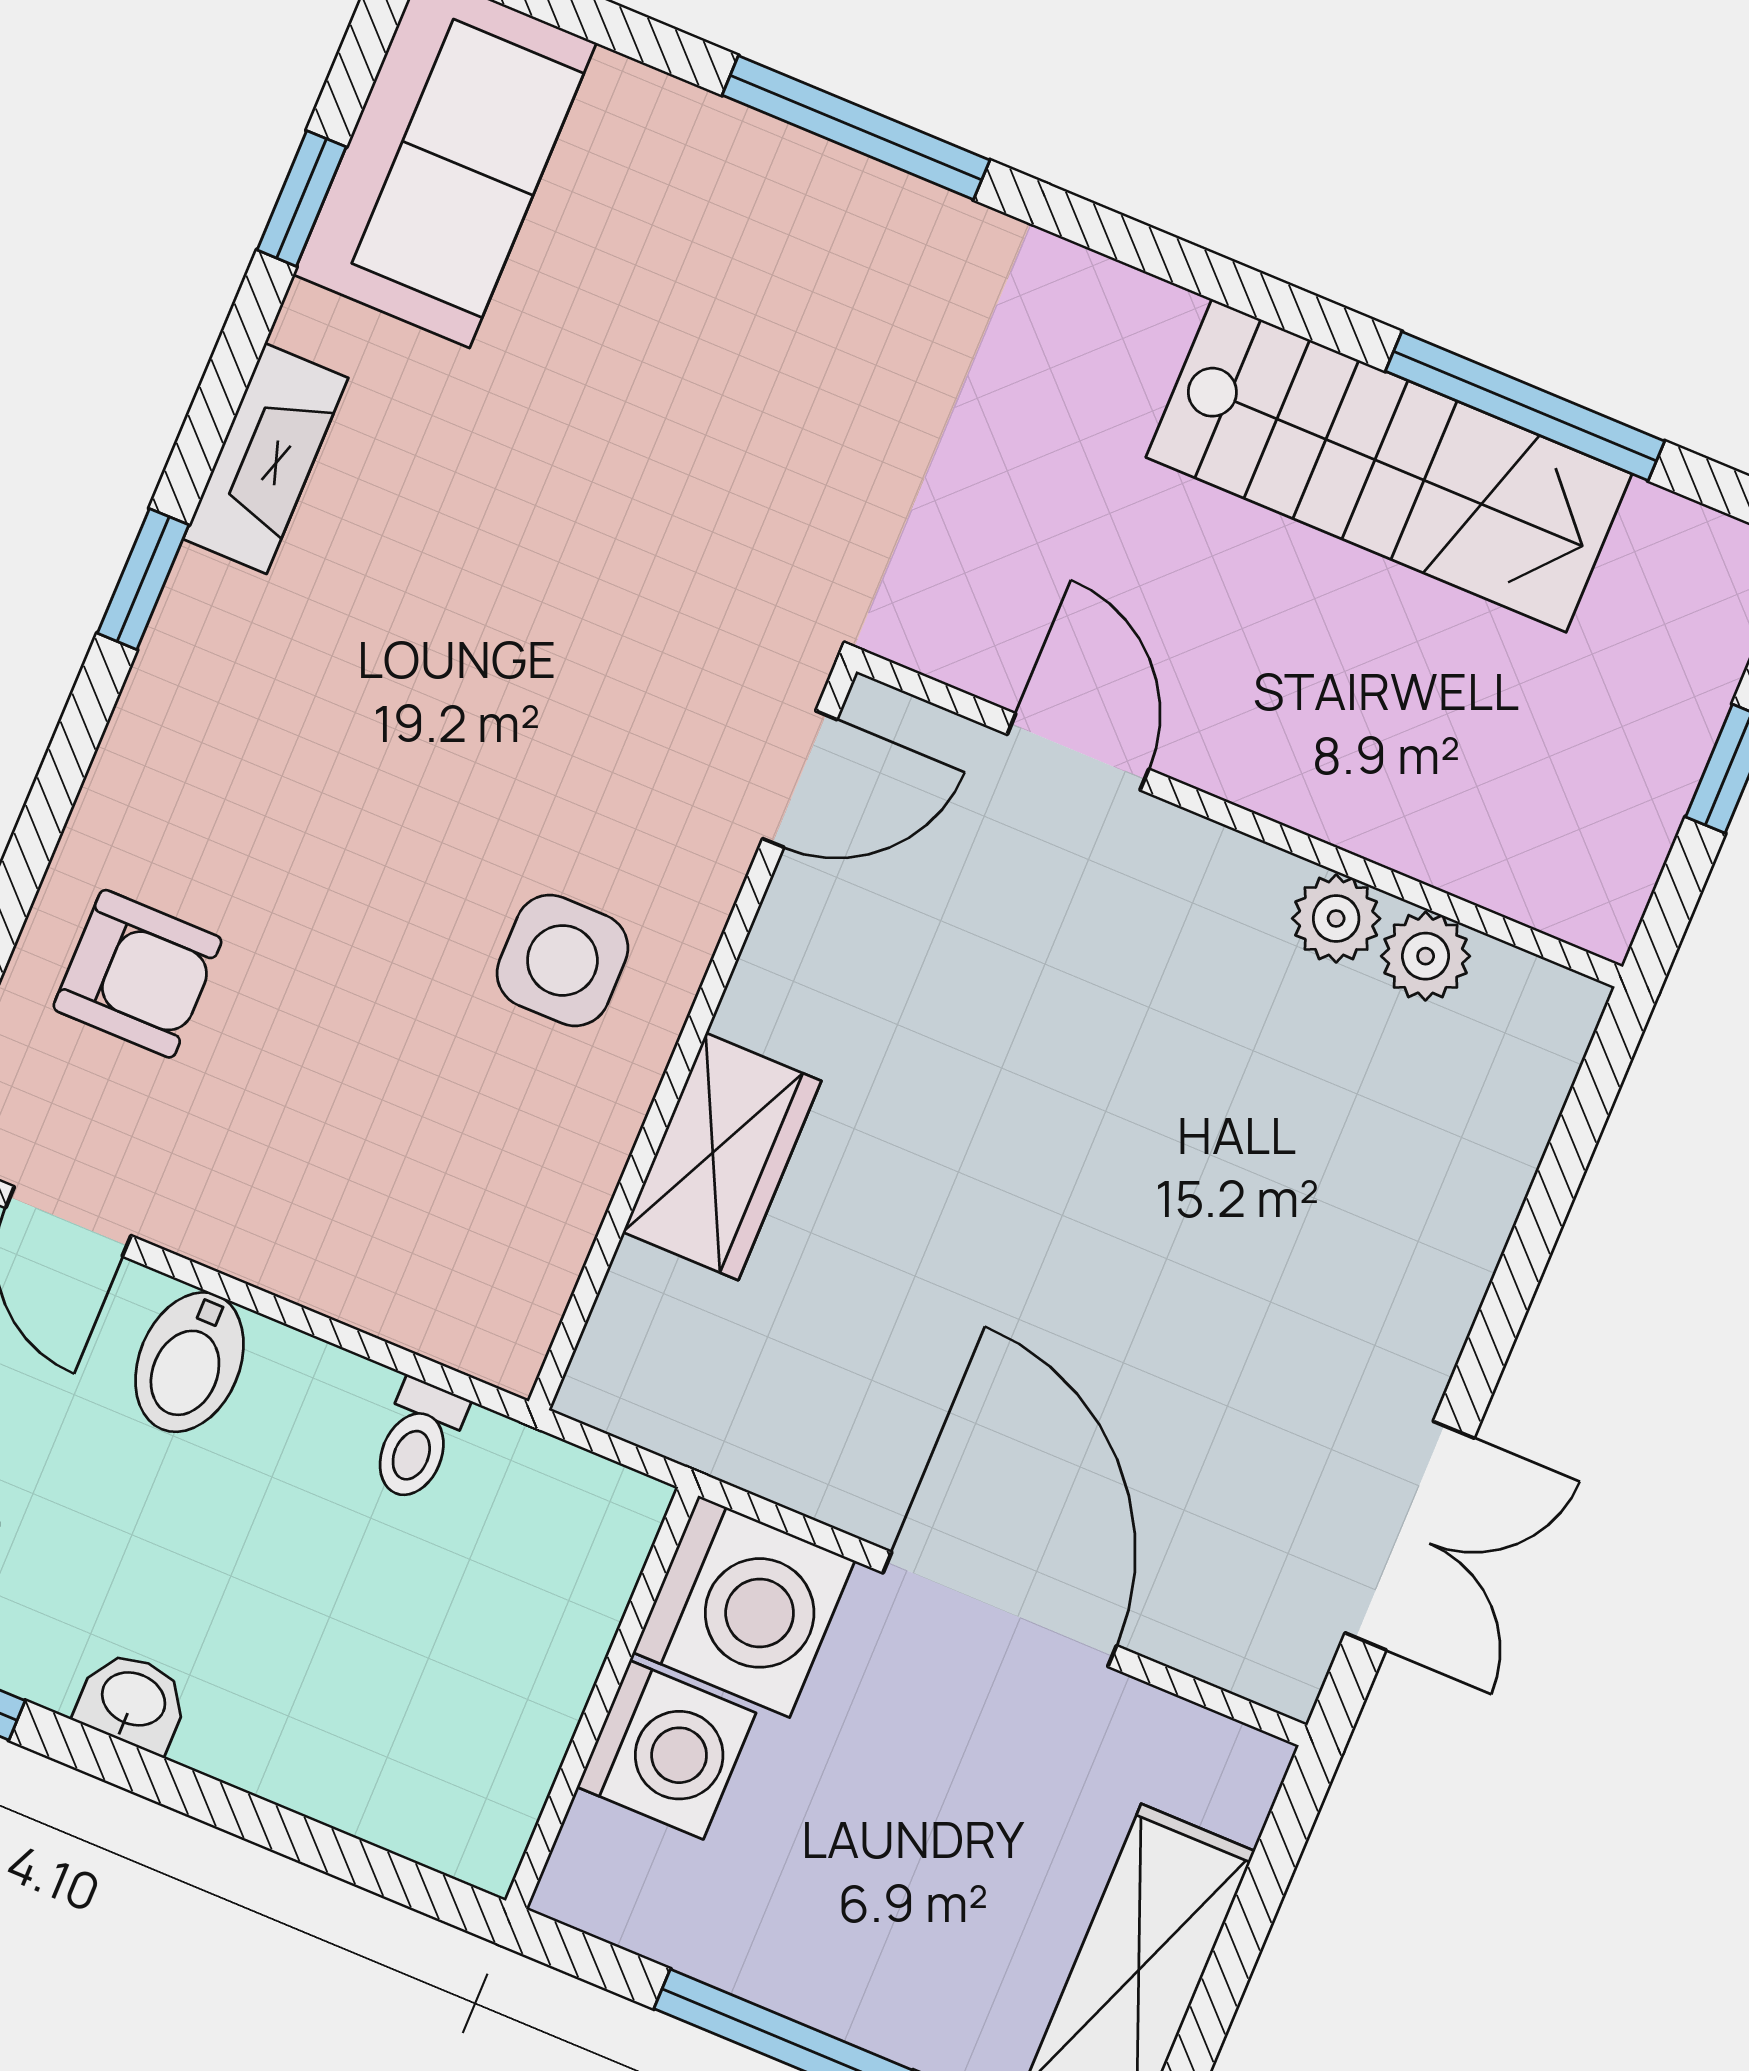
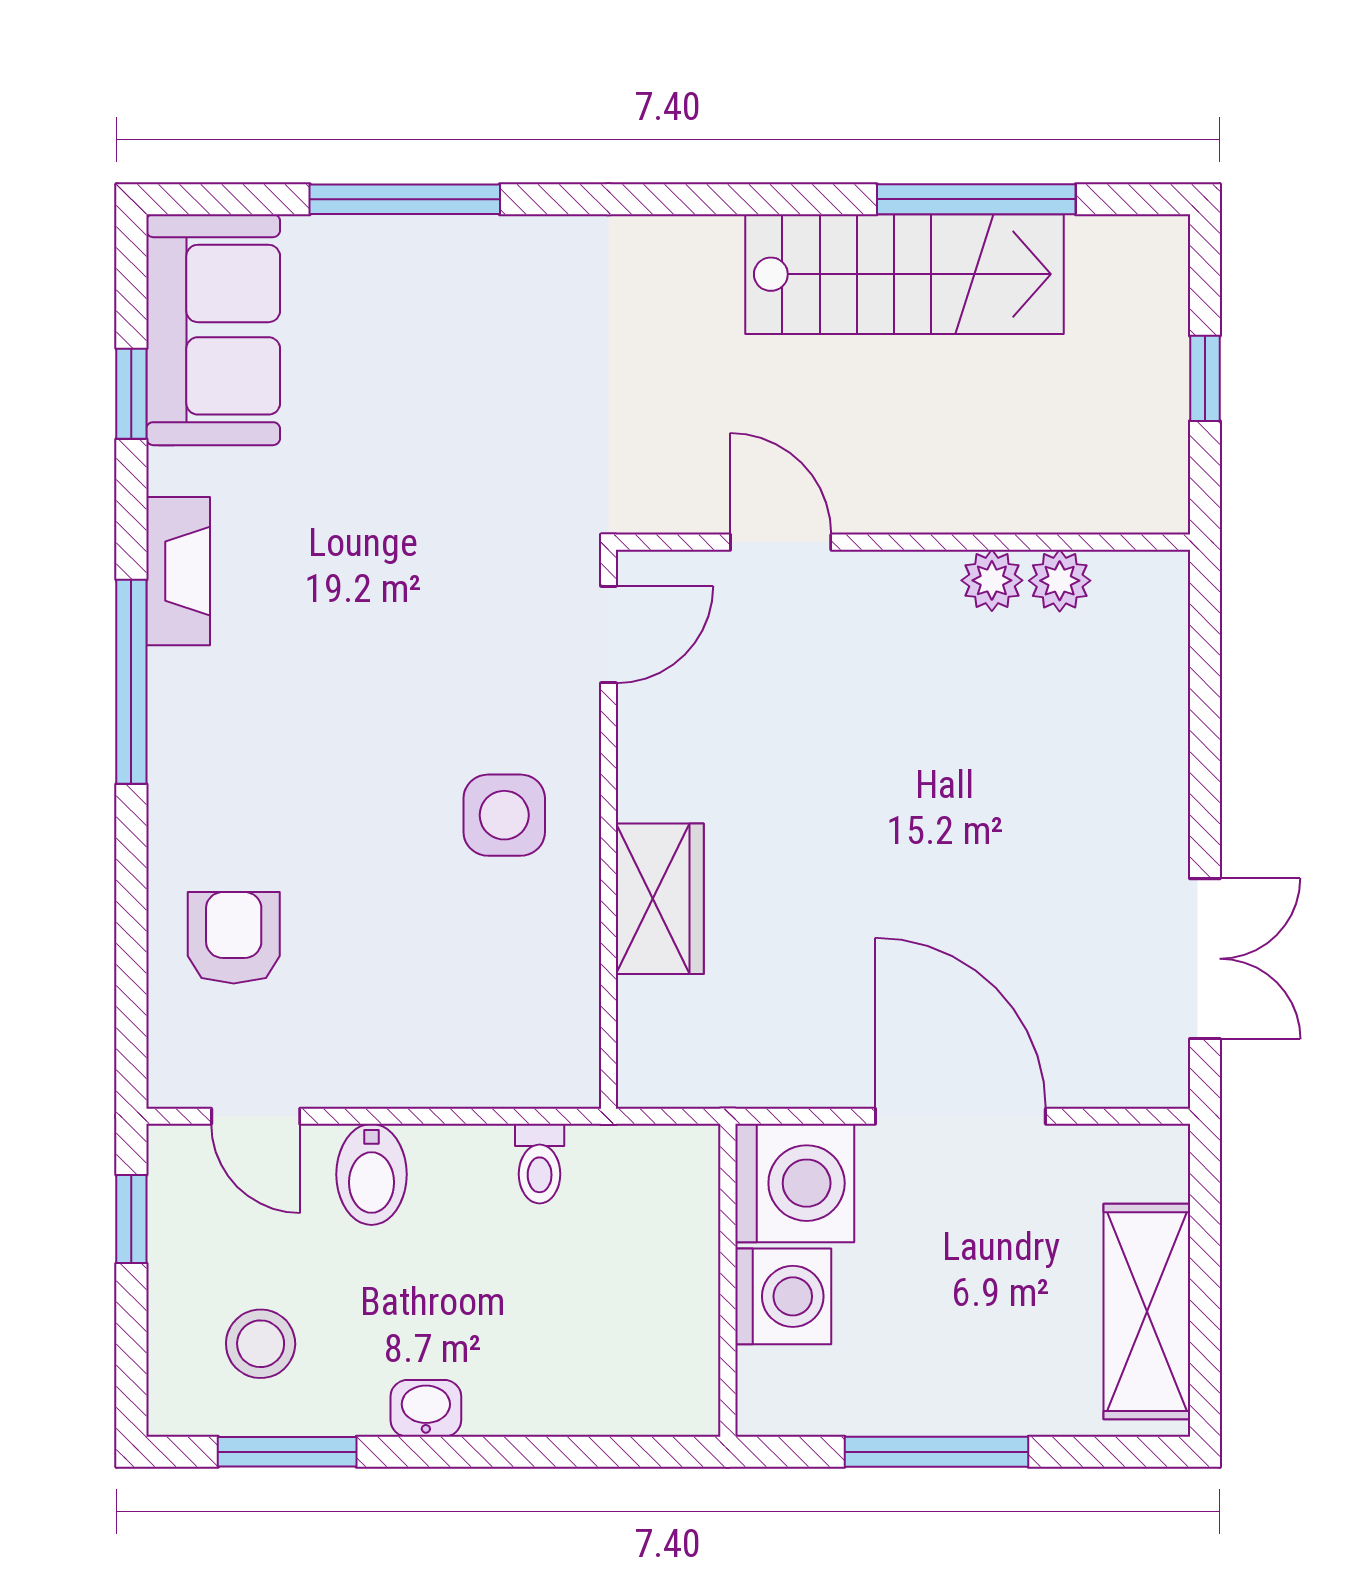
window: (856, 128) -> (405, 199), moved
window: (143, 579) -> (131, 682), width x2.17
armchair: (137, 974) -> (234, 938), turned -90

